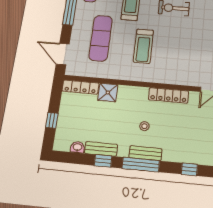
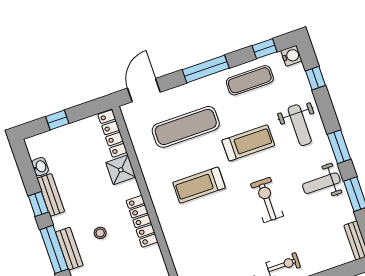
locker: (169, 95) -> (142, 221), moved

